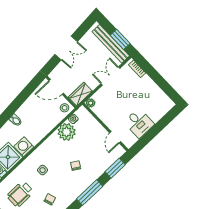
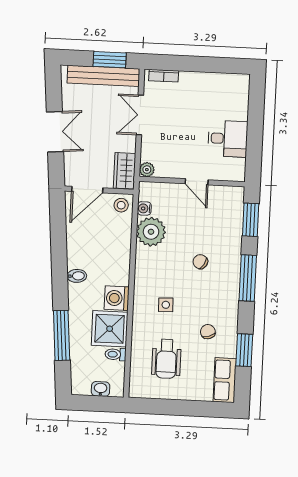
door: (115, 137) -> (197, 182), moved

